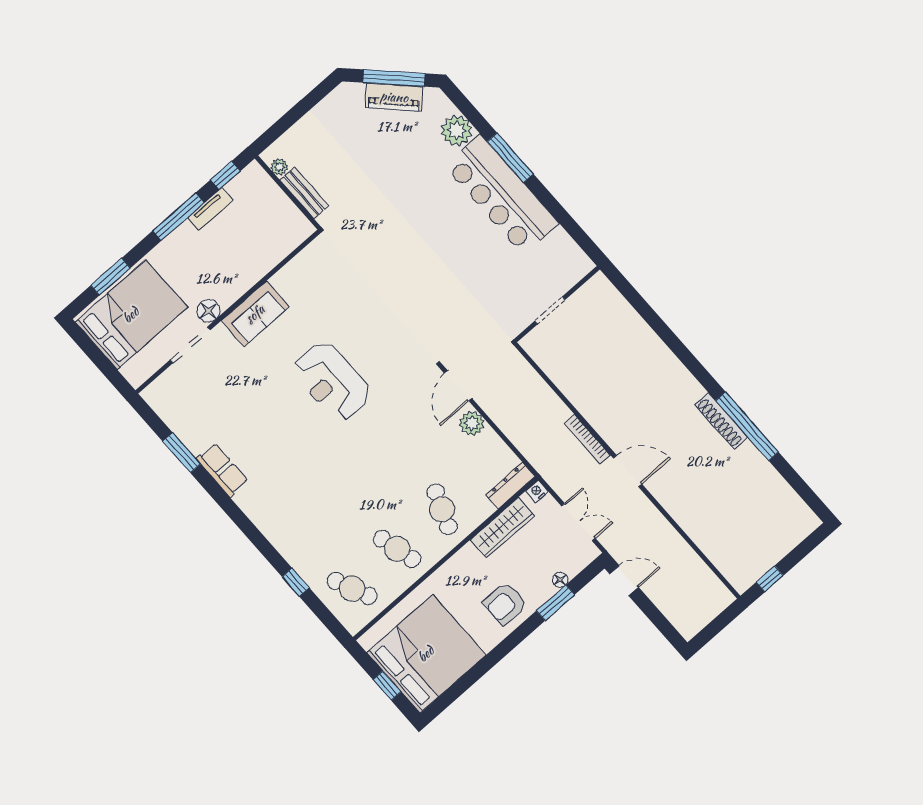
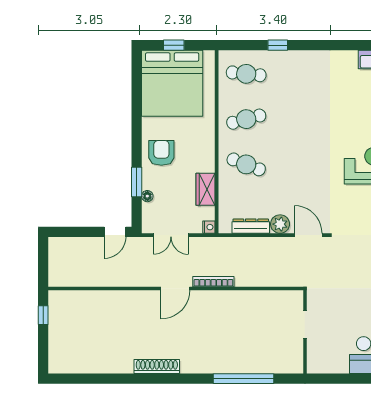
window: (747, 426) -> (243, 379), moved
dresser: (510, 486) -> (251, 226), moved, turned -90
wardrobe: (502, 528) -> (206, 189), width x0.67
cafe table: (352, 589) -> (246, 74), turned 30

